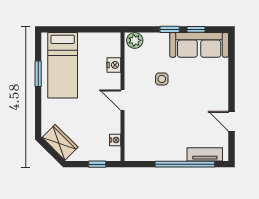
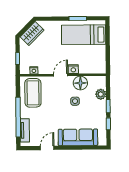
plant: (135, 40) -> (101, 94), moved
sofa: (199, 45) -> (78, 137), moved, turned 90
nightstand: (114, 65) -> (73, 69), moved
floor lamp: (135, 71) -> (80, 83), added
coffee table: (149, 142) -> (33, 93), added

